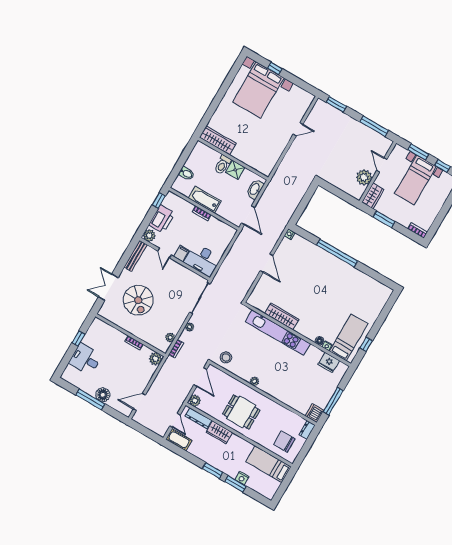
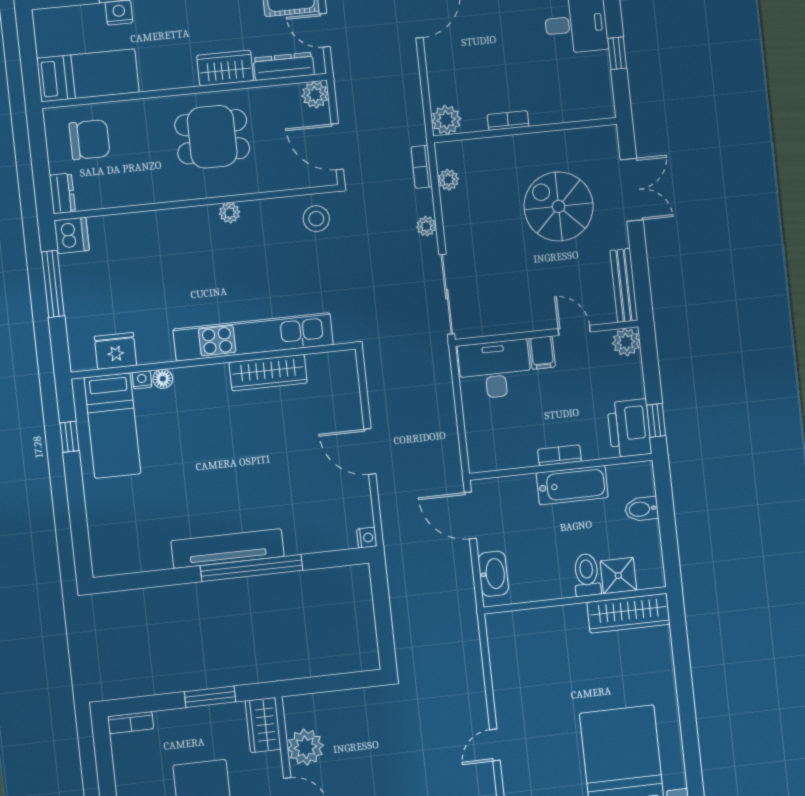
shower: (235, 170) -> (618, 576), moved
printer: (162, 219) -> (629, 428), moved
tv unit: (340, 266) -> (227, 549), added

